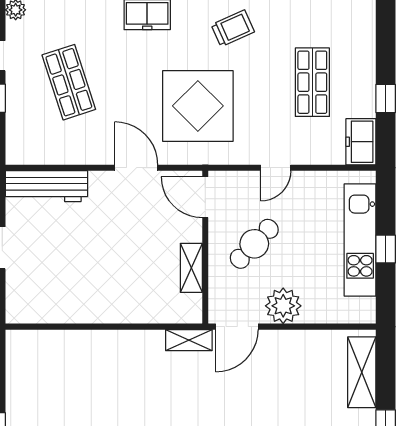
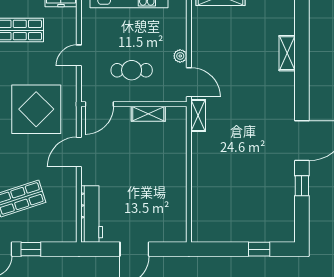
door: (276, 168) -> (79, 55), swing flipped
cafe table: (254, 244) -> (132, 70), turned -44
plant: (283, 306) -> (180, 56), width x0.53, depth x0.53

